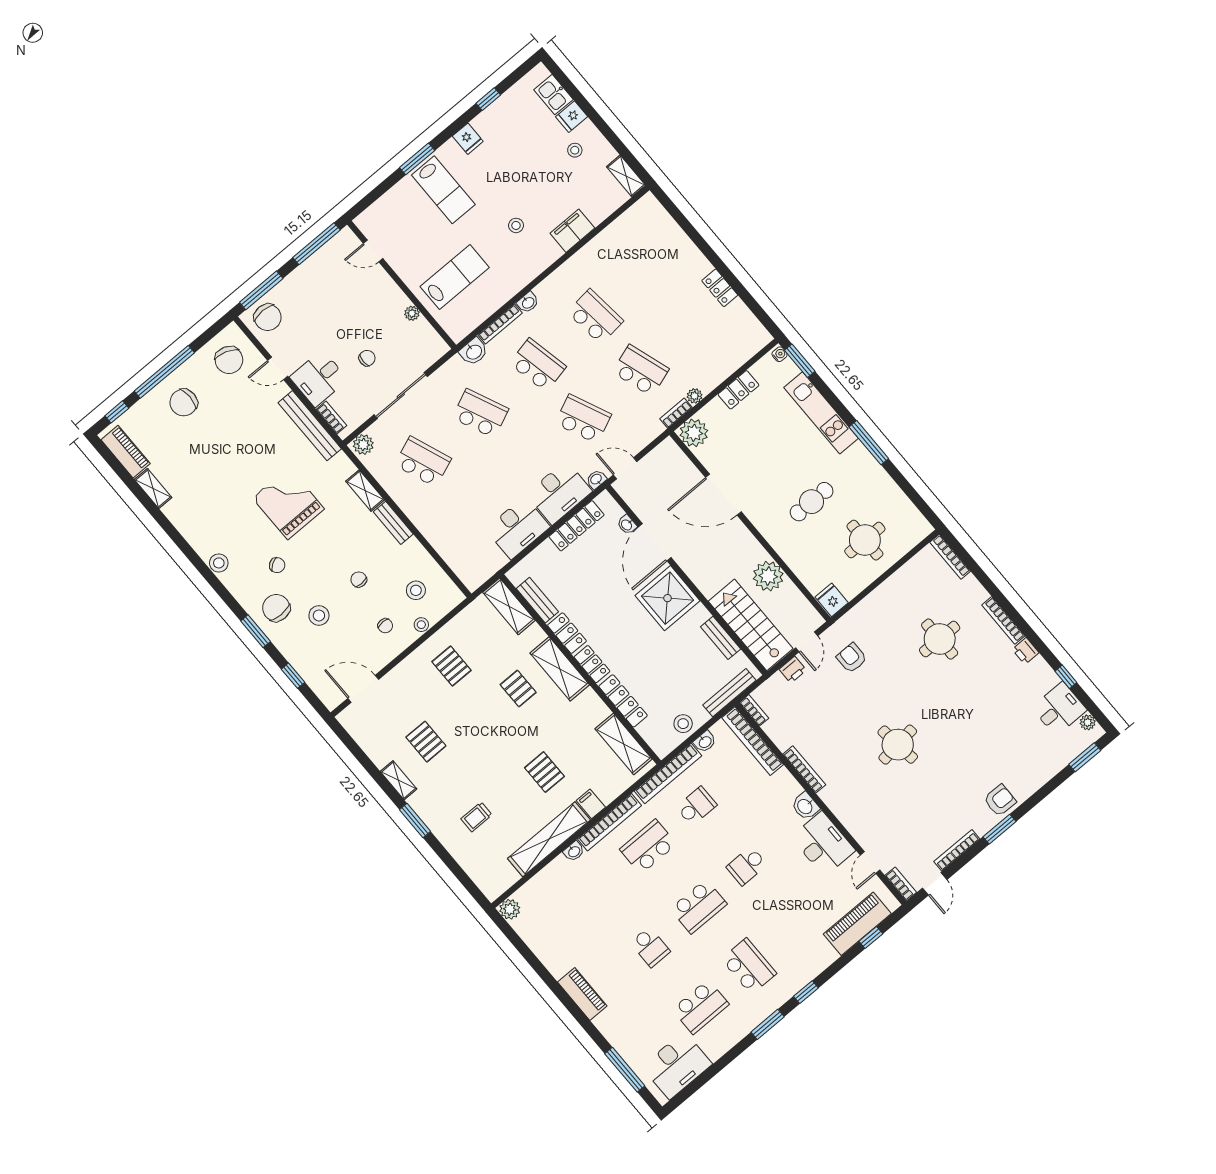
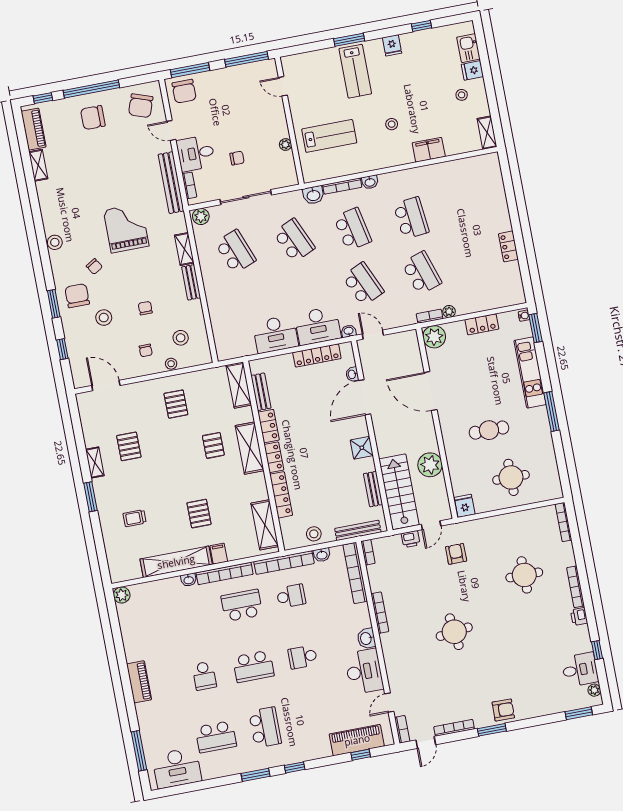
shower: (668, 598) -> (362, 448), width x0.54, depth x0.54

